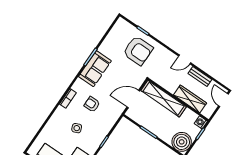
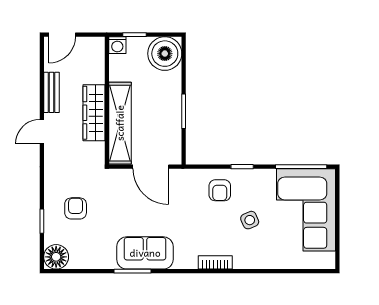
floor lamp: (122, 26) -> (56, 257), added
armchair: (138, 51) -> (76, 208), width x0.53, depth x0.53
door: (185, 59) -> (42, 132), swing flipped
wardrobe: (190, 99) -> (94, 113), moved
armchair: (92, 104) -> (220, 190), moved

